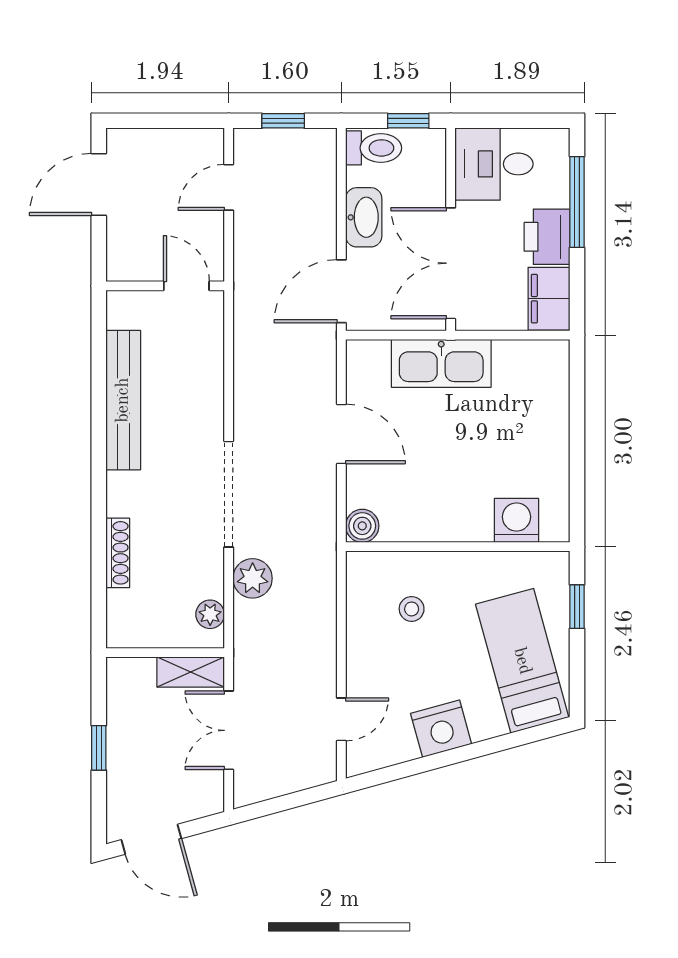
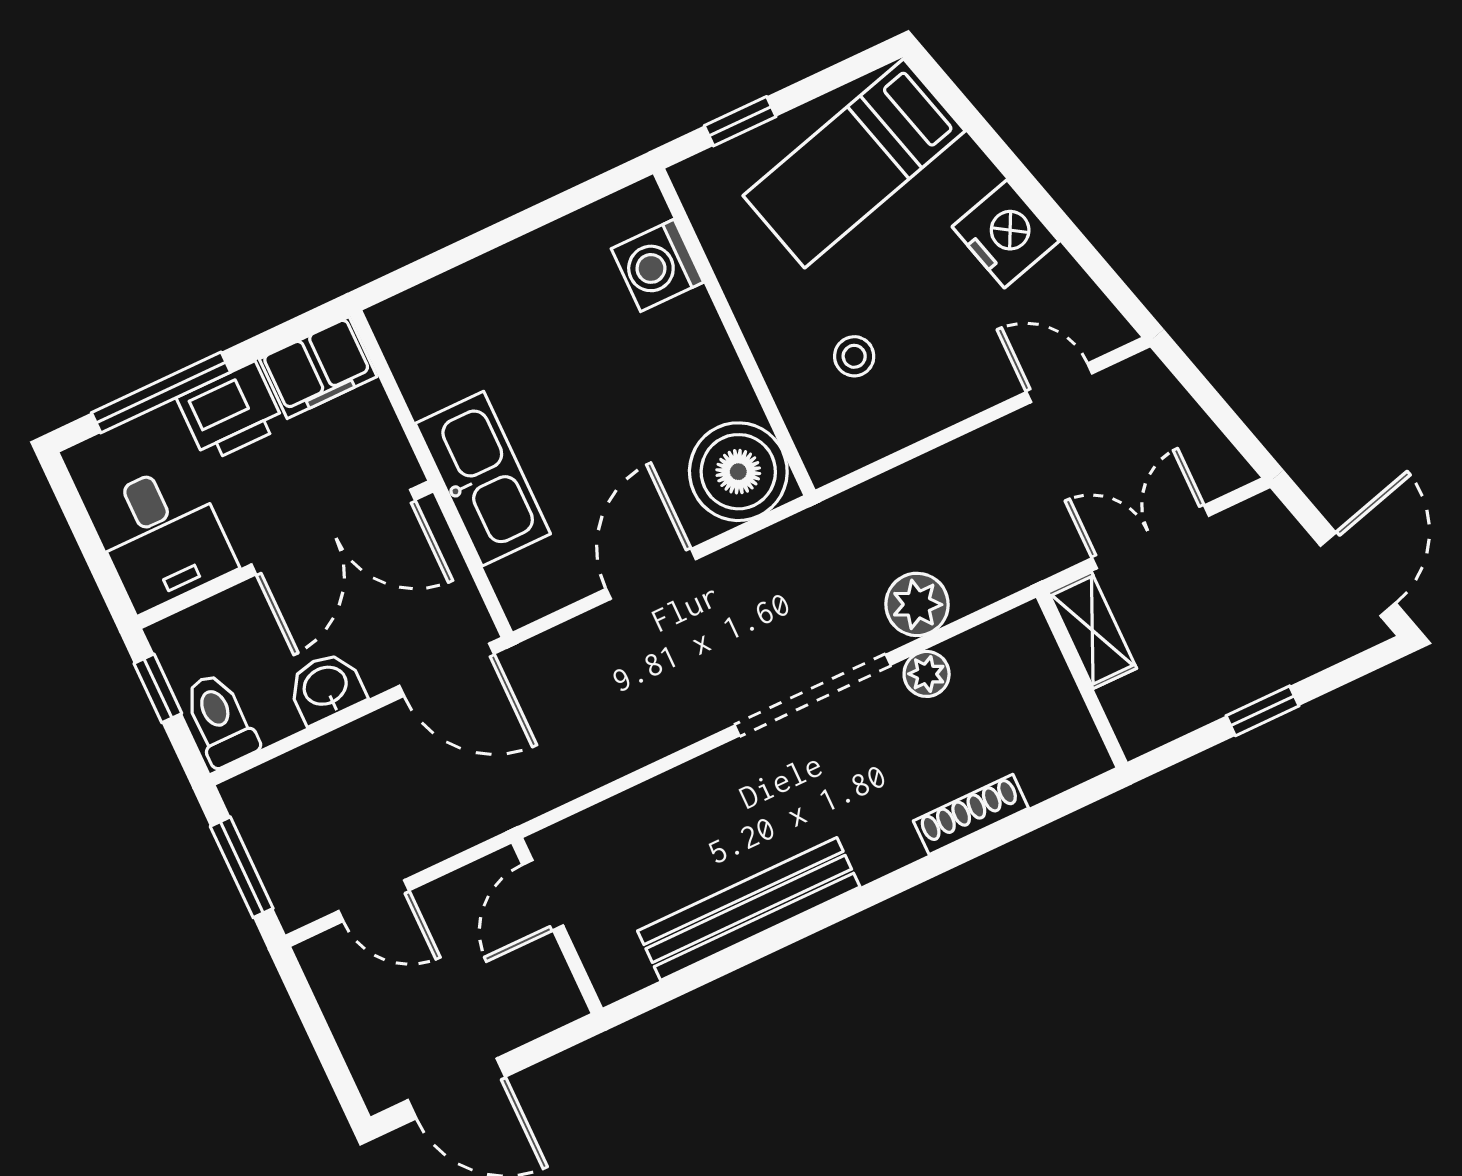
window: (283, 121) -> (242, 867), width x1.50
washbasin: (364, 217) -> (326, 687), width x0.72
boiler: (362, 526) -> (738, 472), width x1.86, depth x1.86
plant: (210, 614) -> (927, 674), moved
double door: (229, 730) -> (1150, 537), swing flipped

